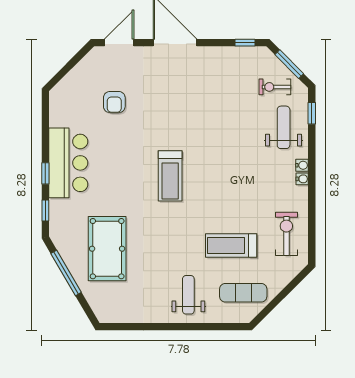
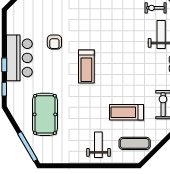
armchair: (114, 102) -> (54, 42), moved
window: (66, 273) -> (27, 147), moved

